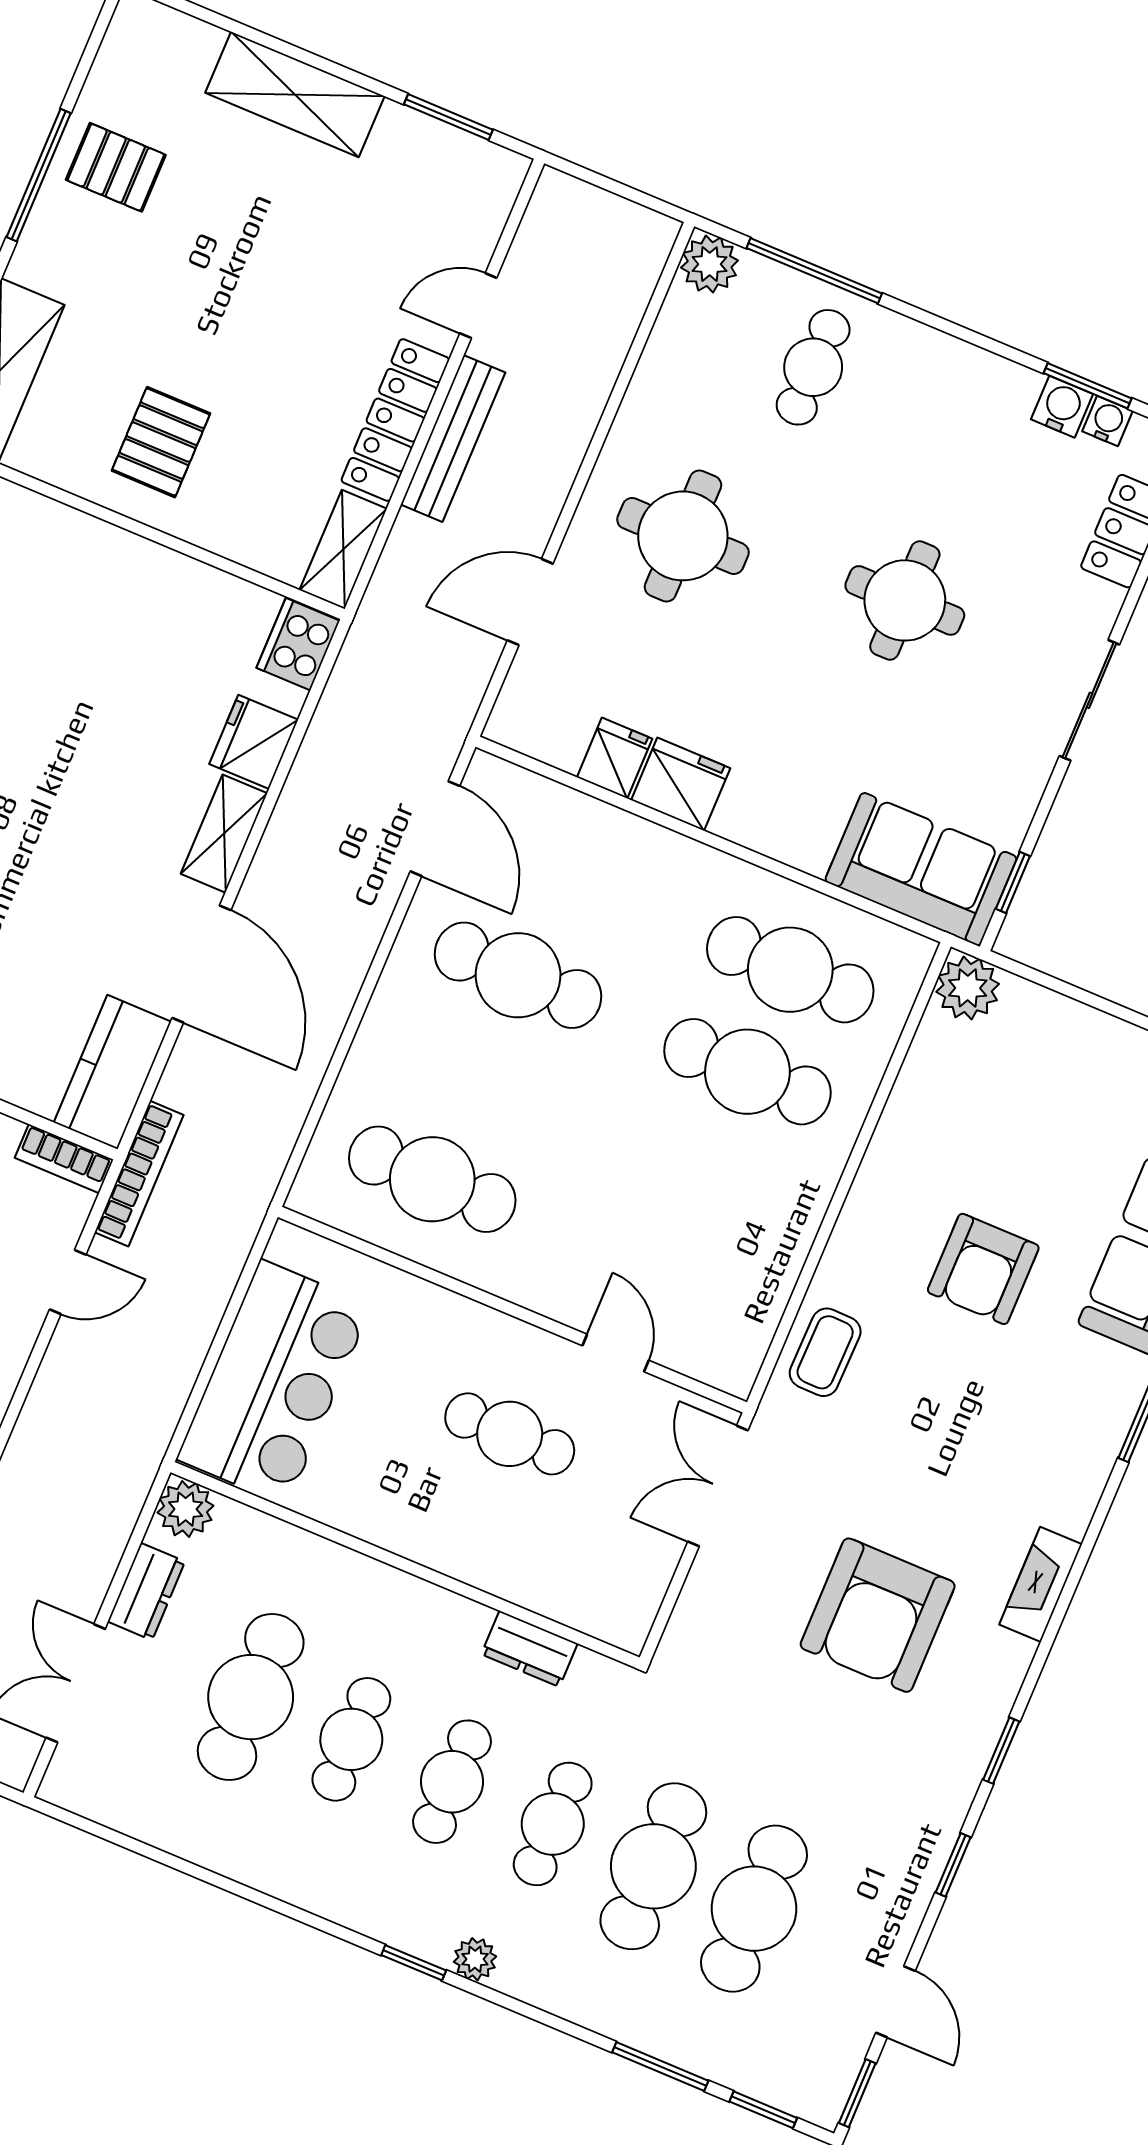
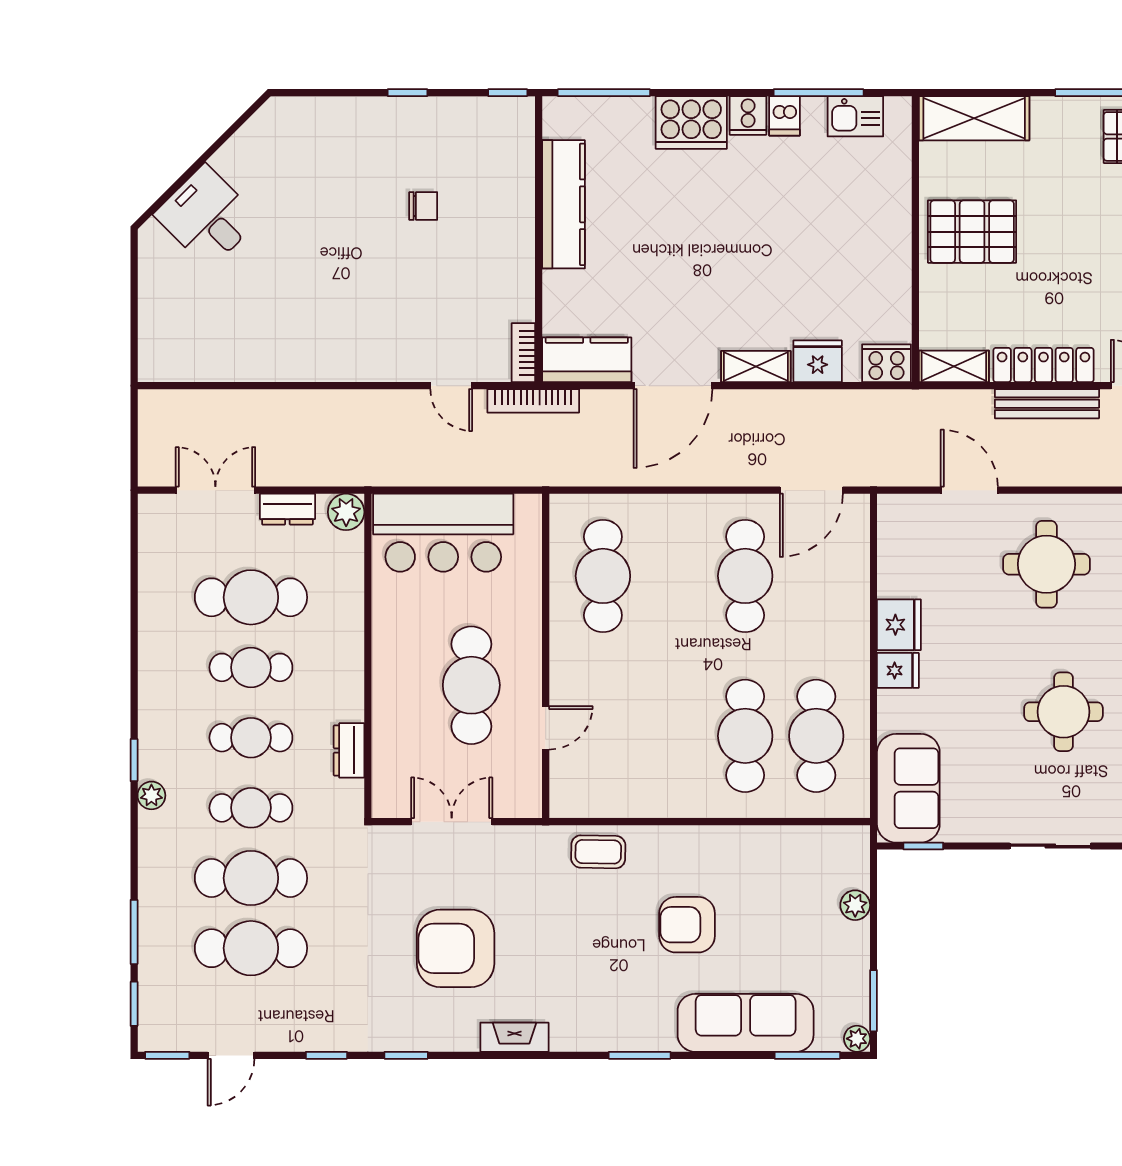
pallet: (161, 442) -> (972, 232), width x1.50, depth x1.42
fridge: (615, 758) -> (898, 670), moved
plant: (968, 988) -> (855, 905), moved, width x0.73, depth x0.73
cafe table: (510, 1434) -> (471, 685), width x1.37, depth x1.35
double door: (718, 1486) -> (452, 822), moved

